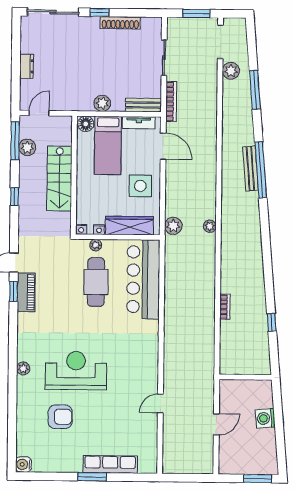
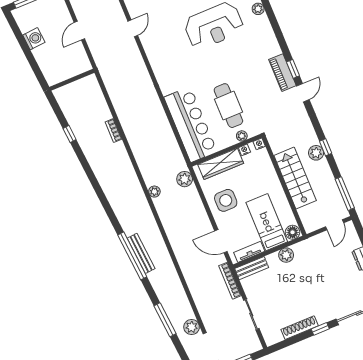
plant: (27, 147) -> (316, 153), moved
washing machine: (265, 418) -> (34, 39), moved

